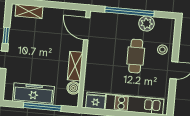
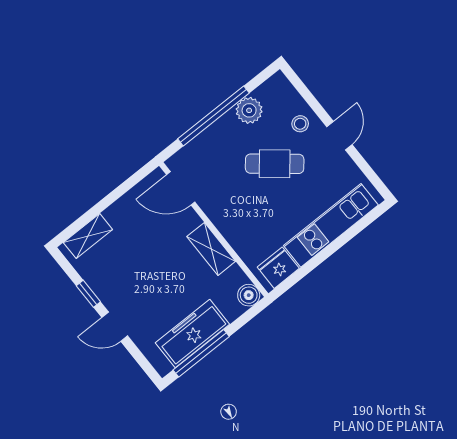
cafe table: (136, 56) -> (275, 164), turned -51
boiler: (73, 88) -> (249, 295), moved
window: (42, 107) -> (201, 353), moved

